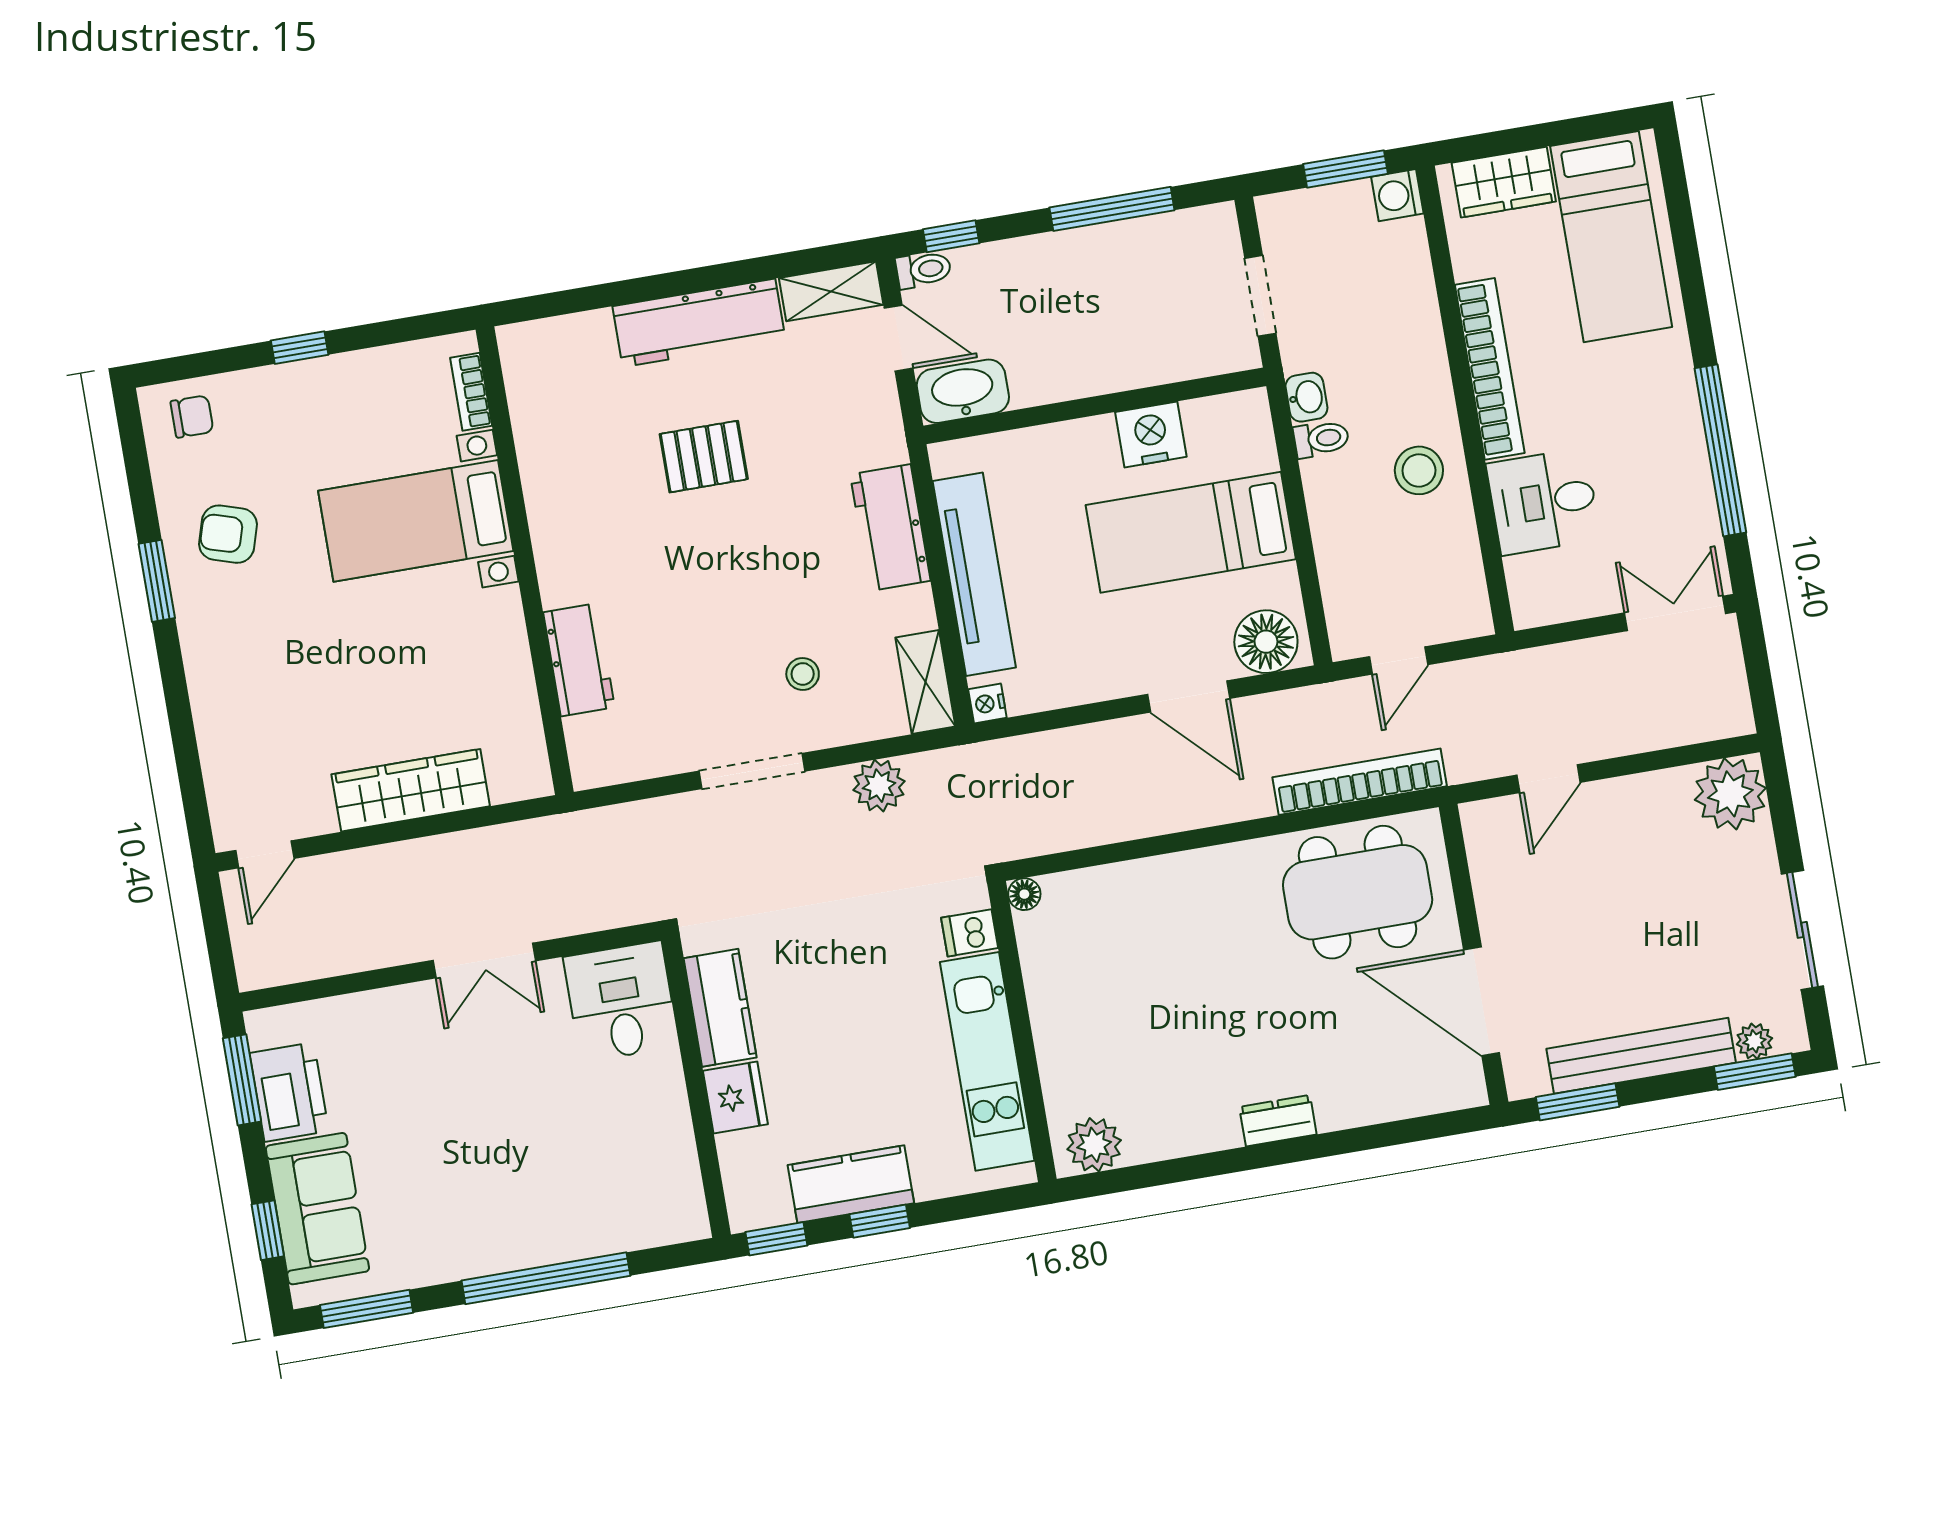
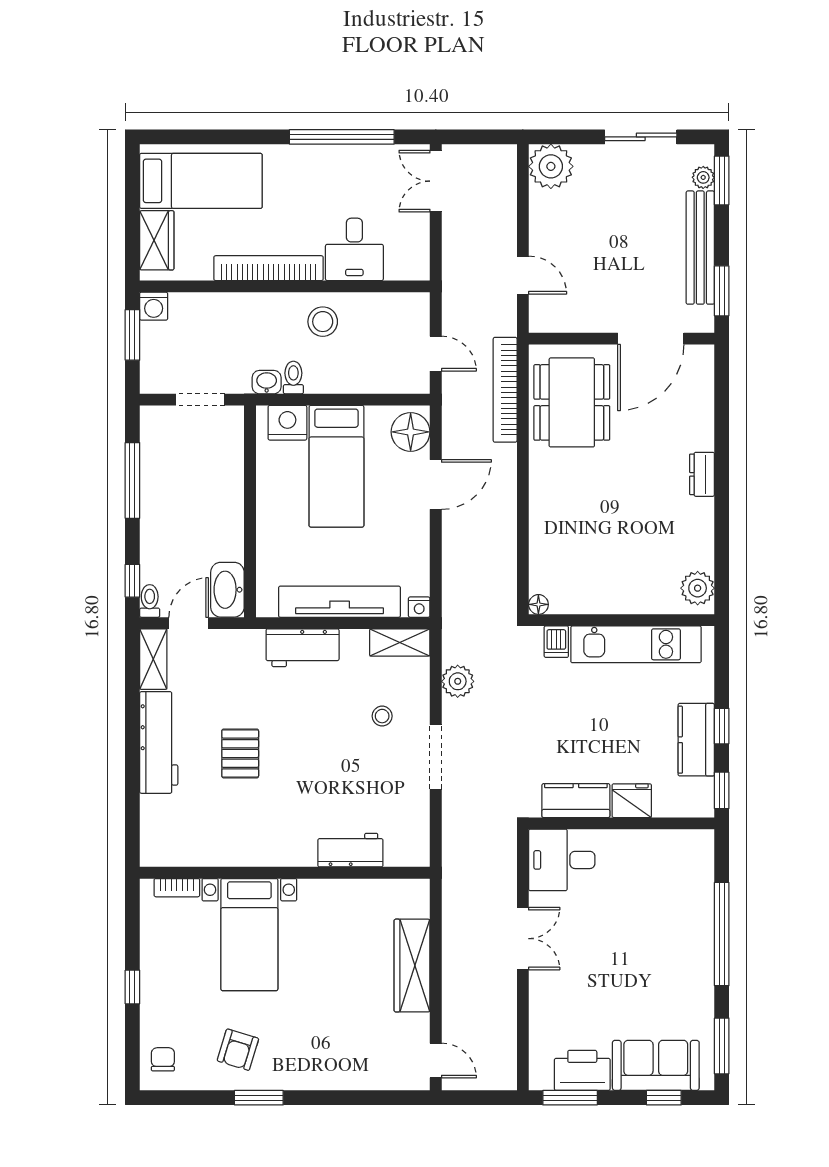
nightstand: (1151, 434) -> (287, 423), moved, turned 90

